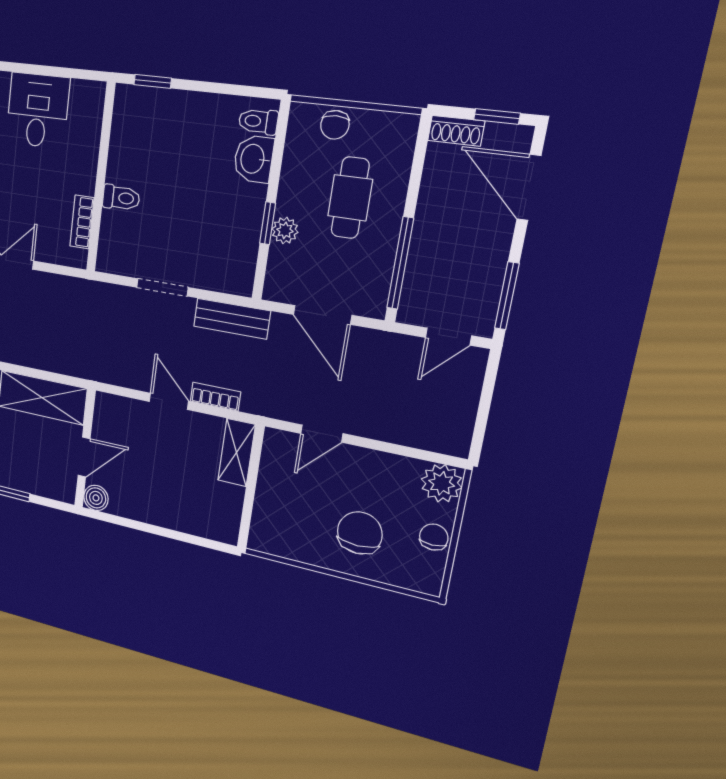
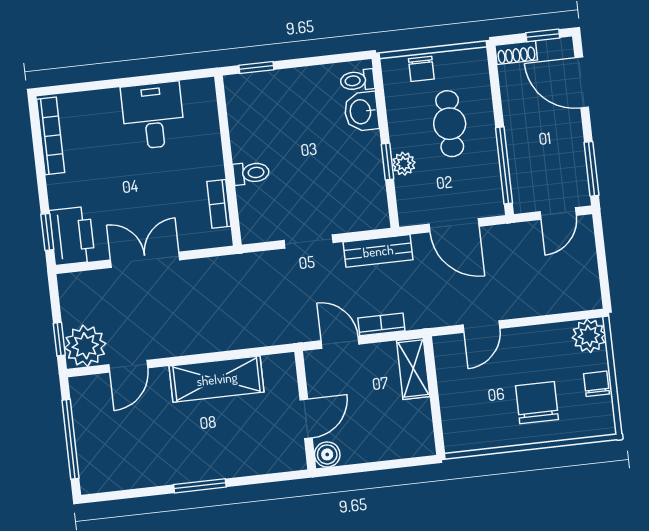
wall: (85, 449) -> (305, 410), moved
door: (84, 457) -> (306, 419), moved
boiler: (96, 498) -> (327, 454), moved

